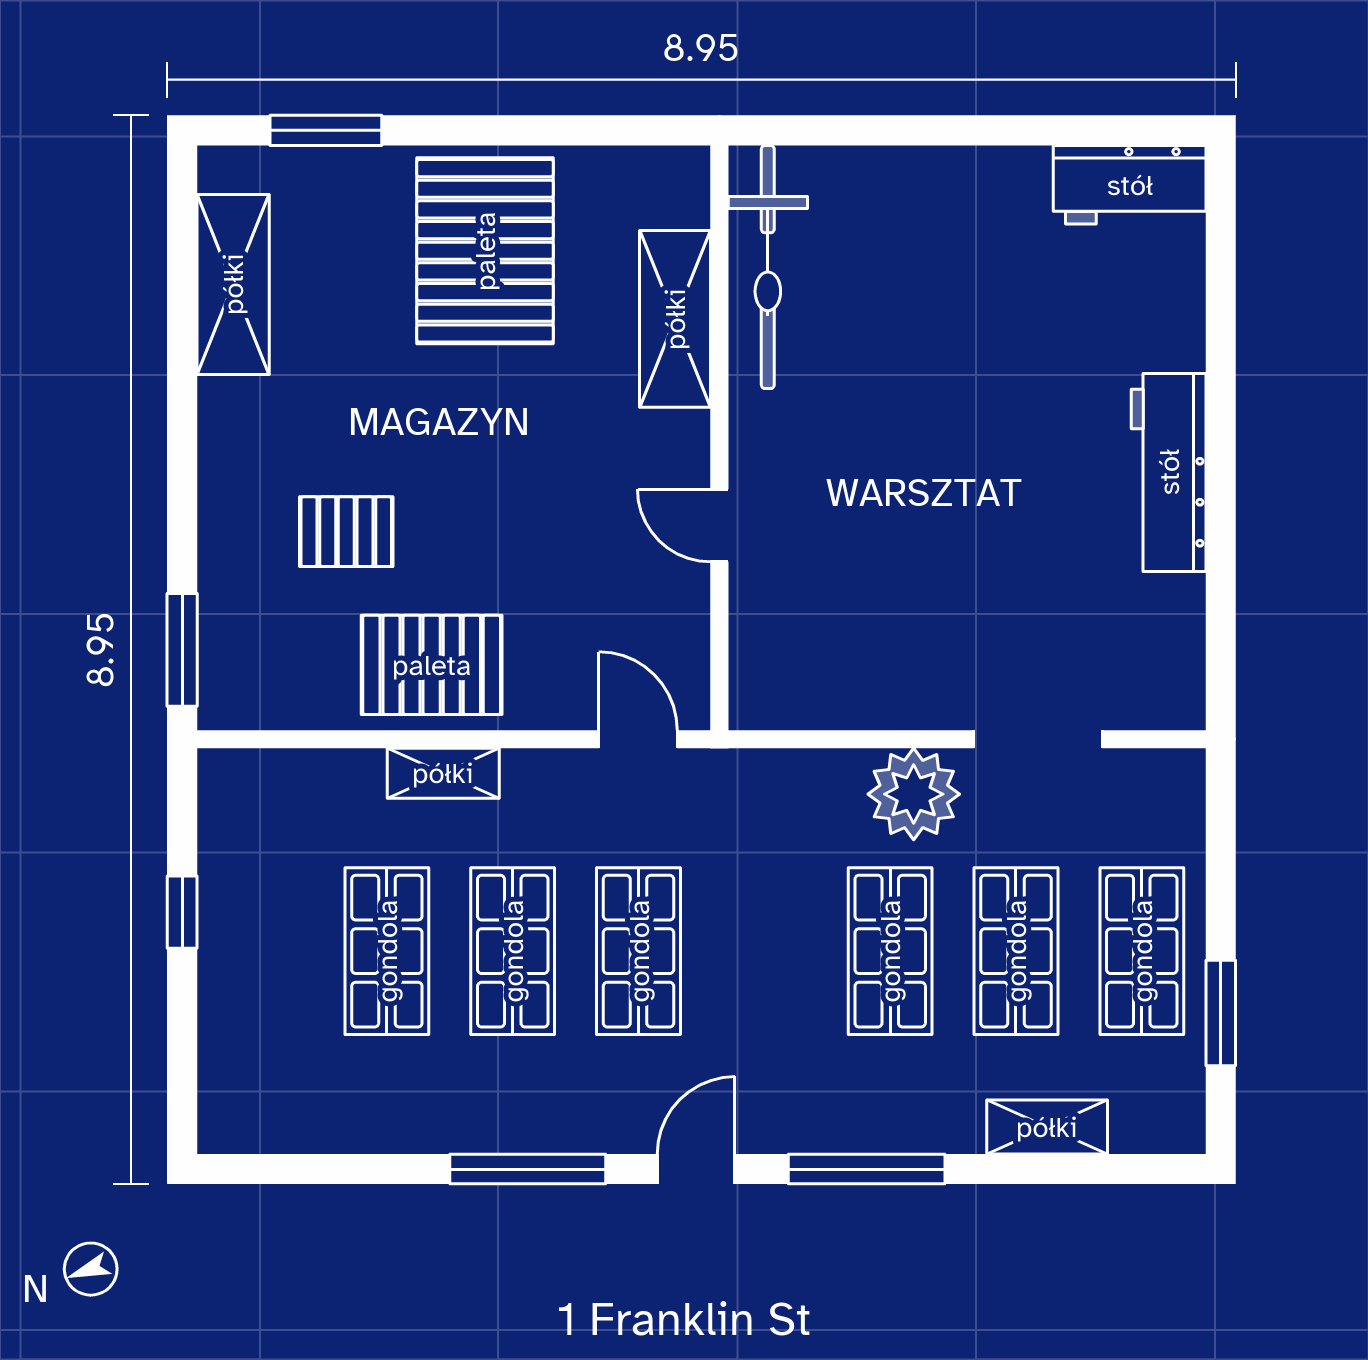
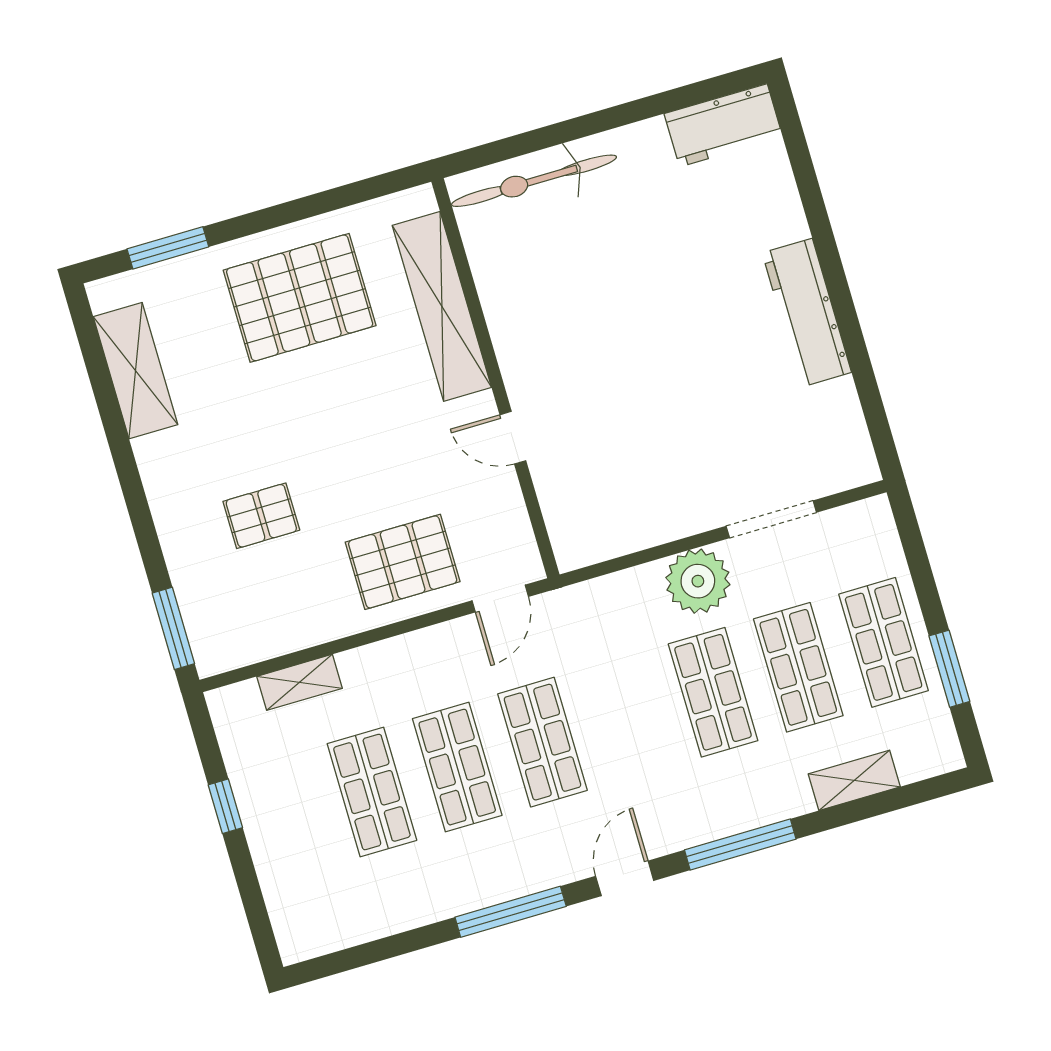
pallet: (485, 251) -> (300, 298), turned 90
bicycle: (768, 267) -> (534, 181), moved, turned 90
shelving: (675, 319) -> (442, 306), width x1.47
pallet: (432, 665) -> (403, 562), moved
door: (638, 739) -> (500, 599), swing flipped
shelving: (443, 773) -> (300, 682), moved

